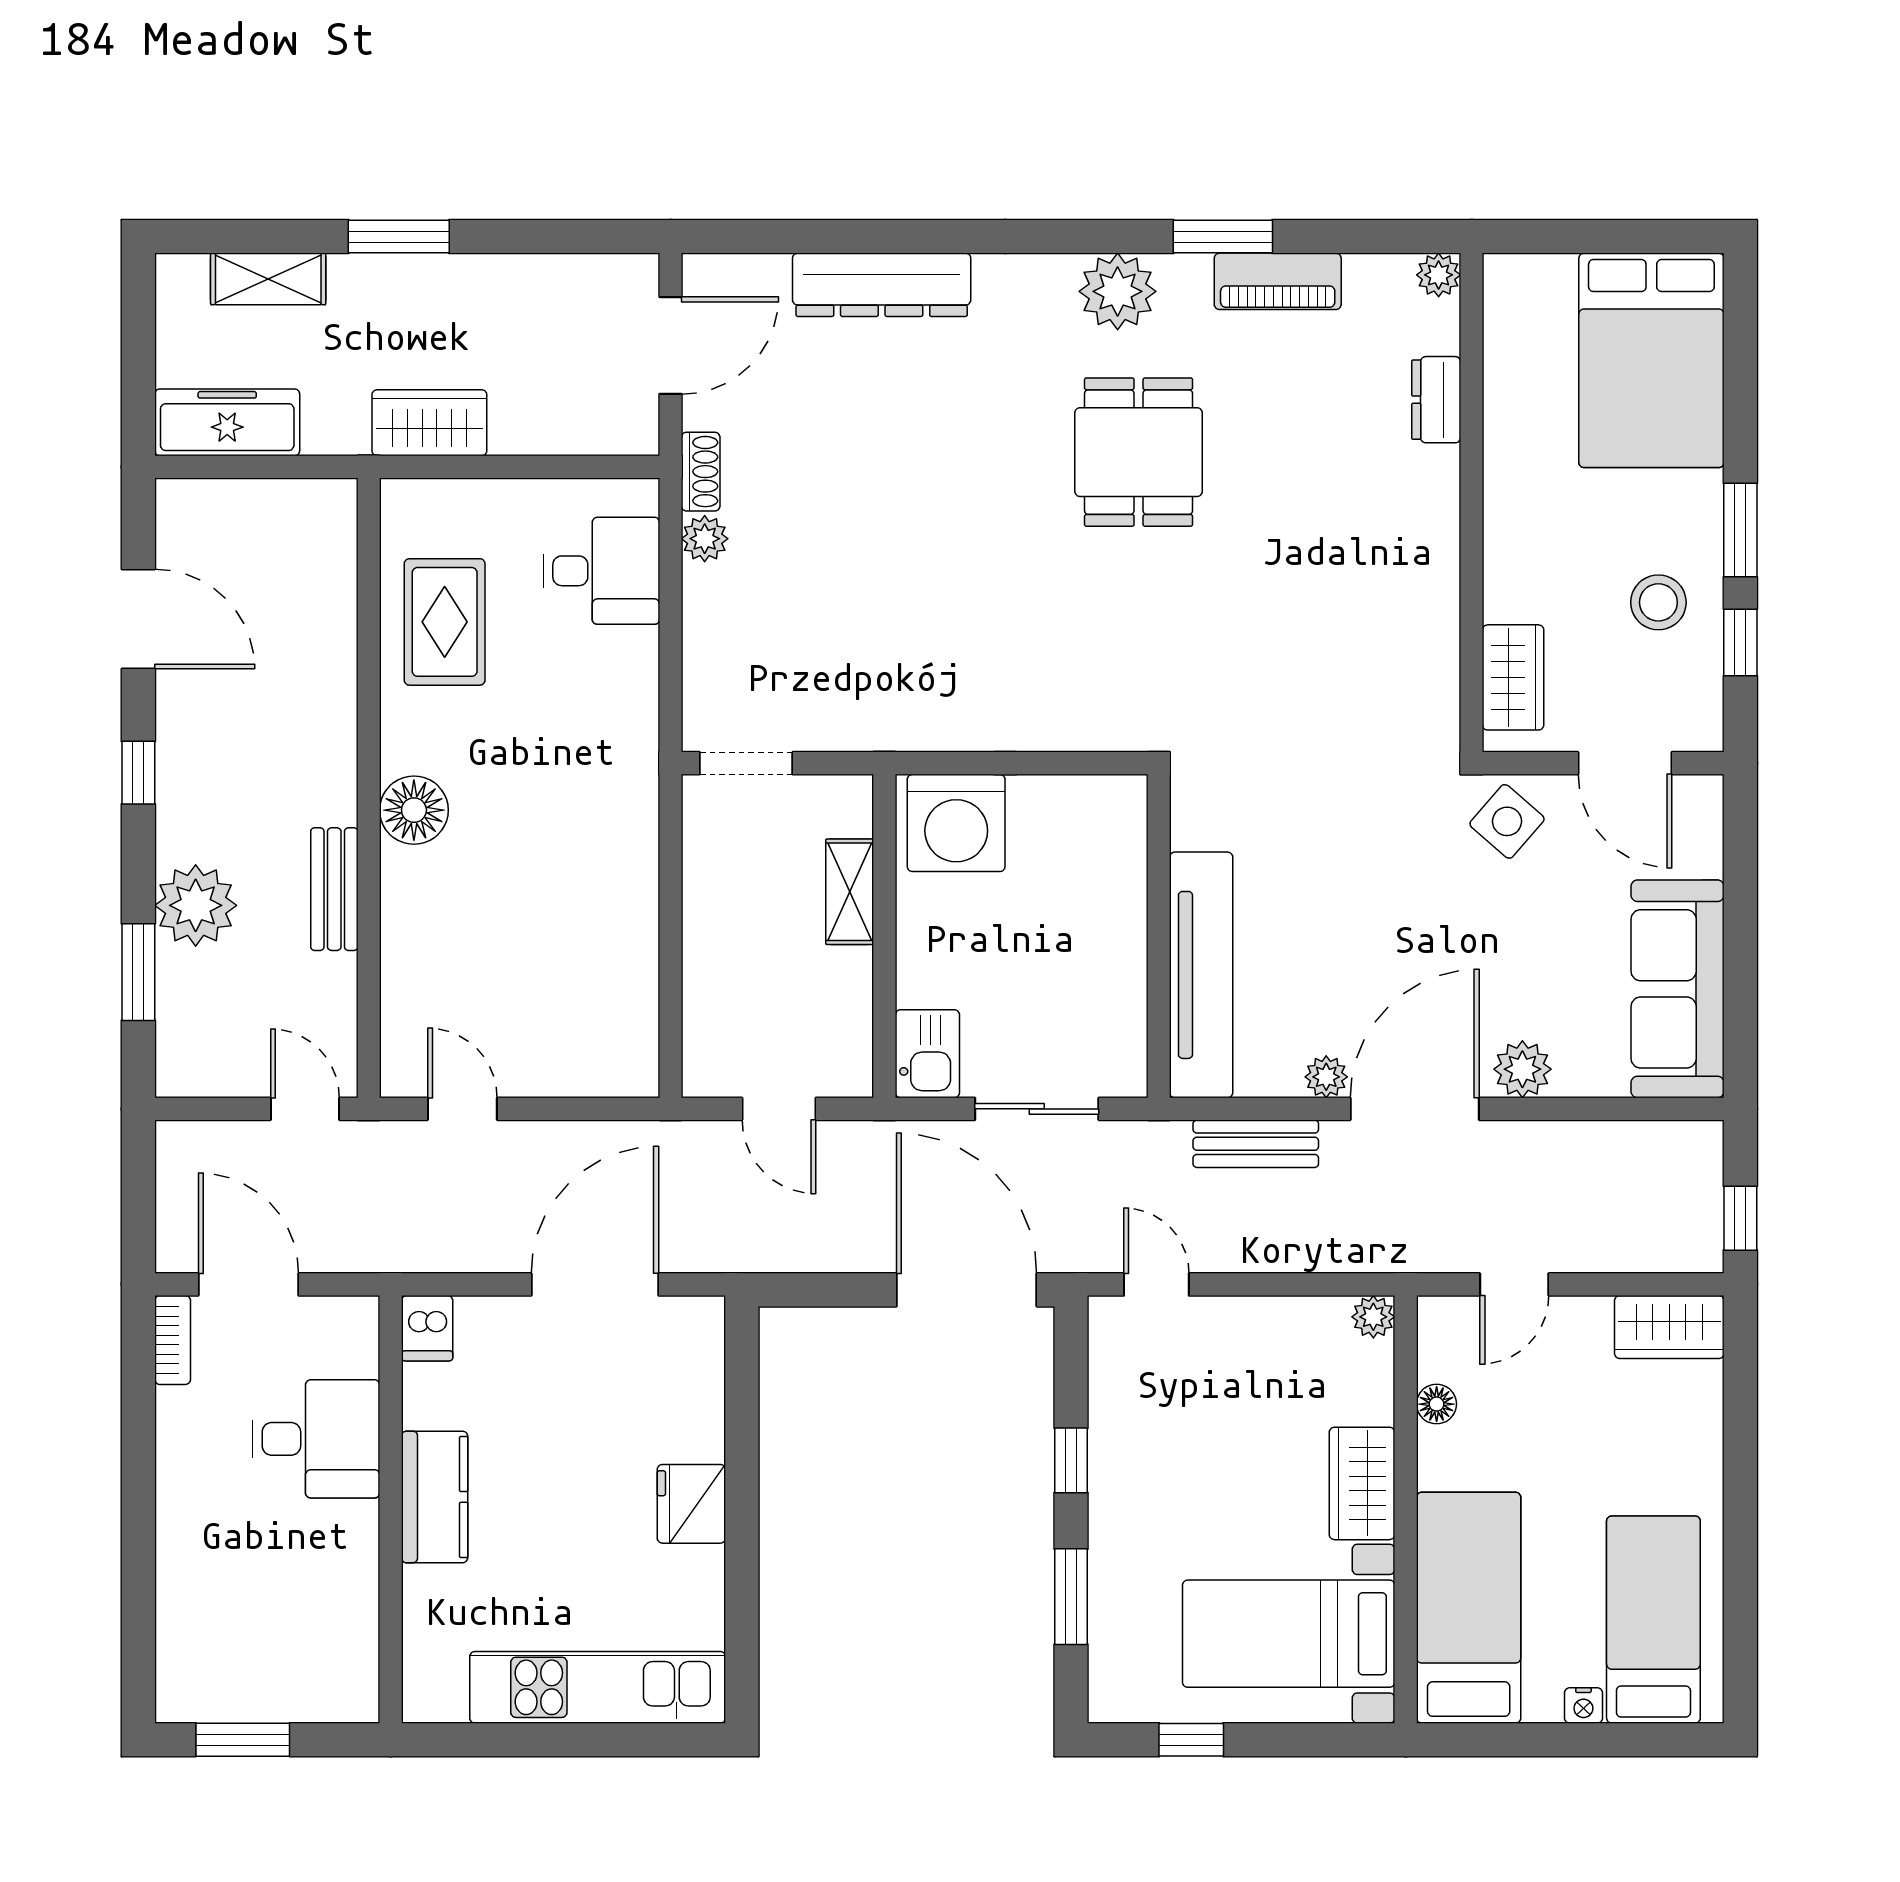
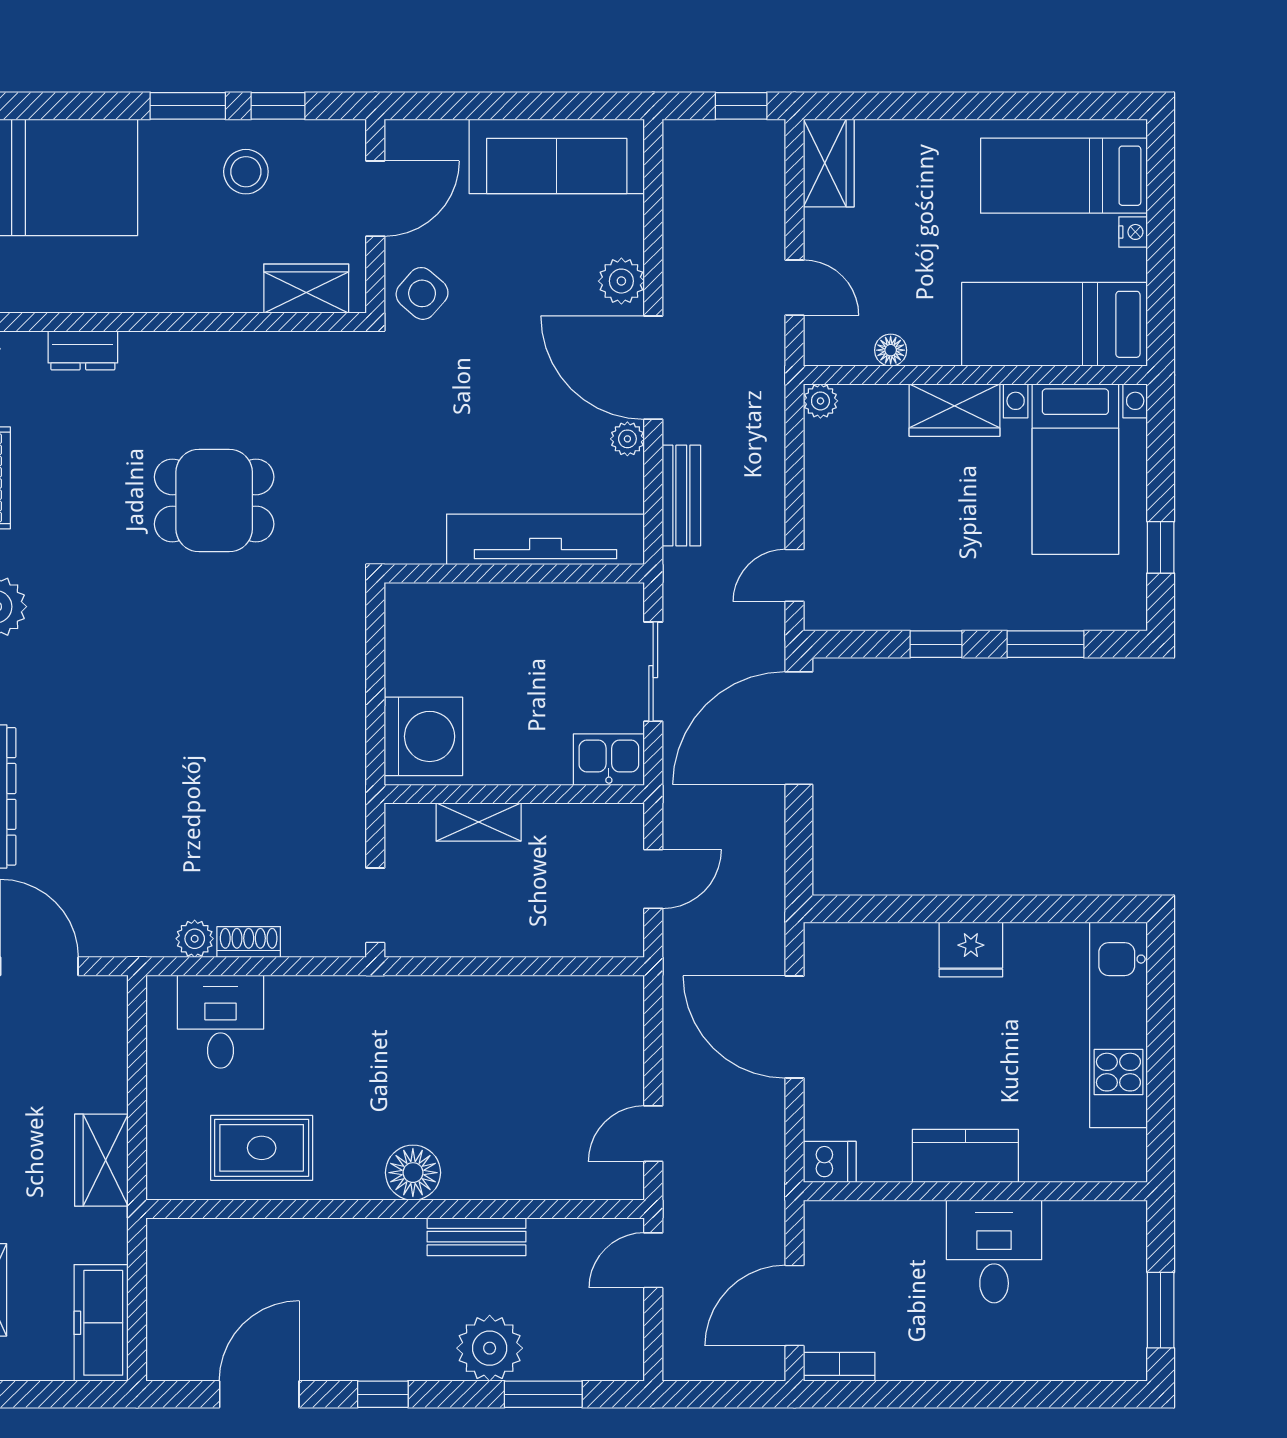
dining table: (1139, 452) -> (214, 500), moved
shoe rack: (701, 472) -> (249, 942), moved
desk: (316, 1439) -> (994, 1251), moved

